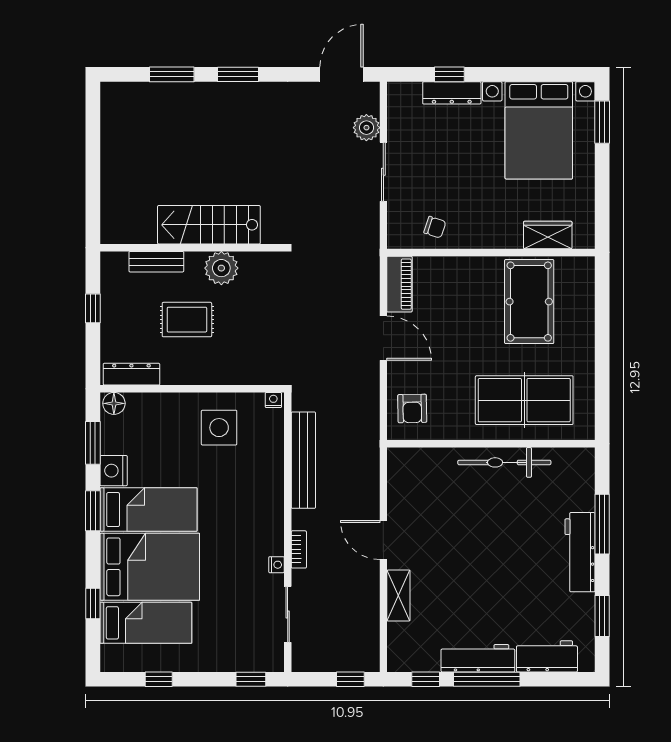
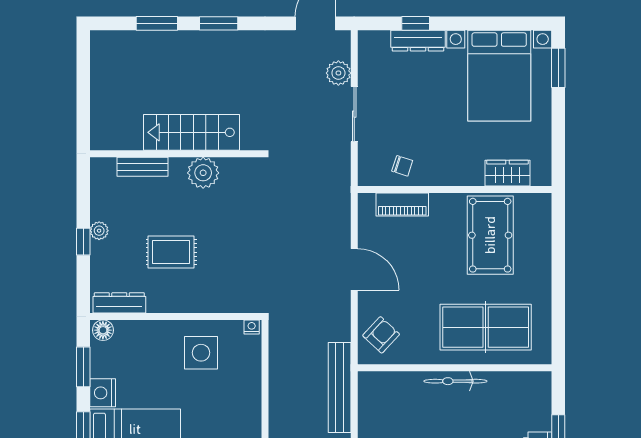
stairs: (209, 225) -> (192, 132), moved
wall: (192, 248) -> (176, 154), moved
bench: (156, 262) -> (143, 167), moved
plant: (221, 268) -> (203, 173), moved
piano: (399, 284) -> (402, 204), moved, turned 90
plant: (110, 297) -> (99, 231), added
armchair: (412, 408) -> (381, 335), turned -136
bench: (303, 460) -> (340, 388), moved
bicycle: (504, 462) -> (455, 381), width x0.73, depth x0.71

